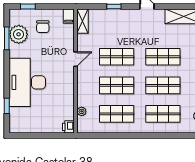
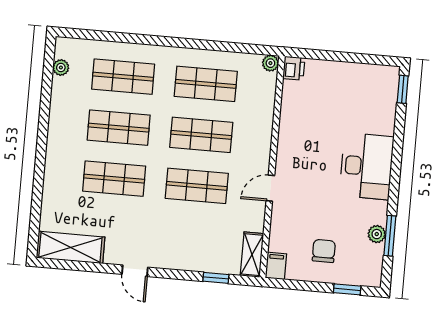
window: (114, 6) -> (216, 278), moved
plant: (19, 34) -> (377, 234), width x0.53, depth x0.53
desk: (27, 82) -> (367, 166), width x0.73, depth x0.77
window: (7, 106) -> (403, 89), moved
plant: (82, 111) -> (270, 63), moved

